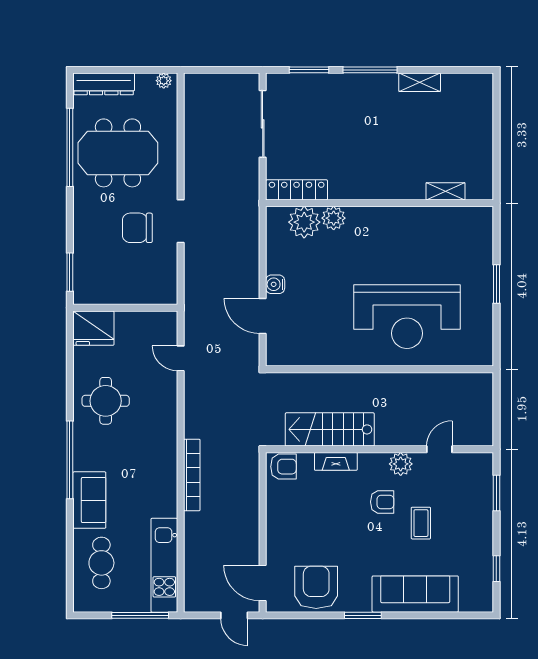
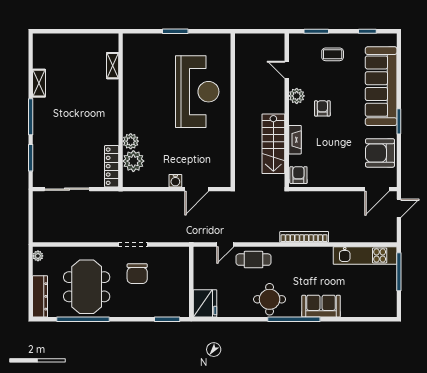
round table: (106, 401) -> (270, 299), moved
coffee table: (421, 523) -> (333, 54), moved
cafe table: (101, 563) -> (254, 260), moved
sofa: (415, 594) -> (381, 86), width x1.36, depth x1.27

